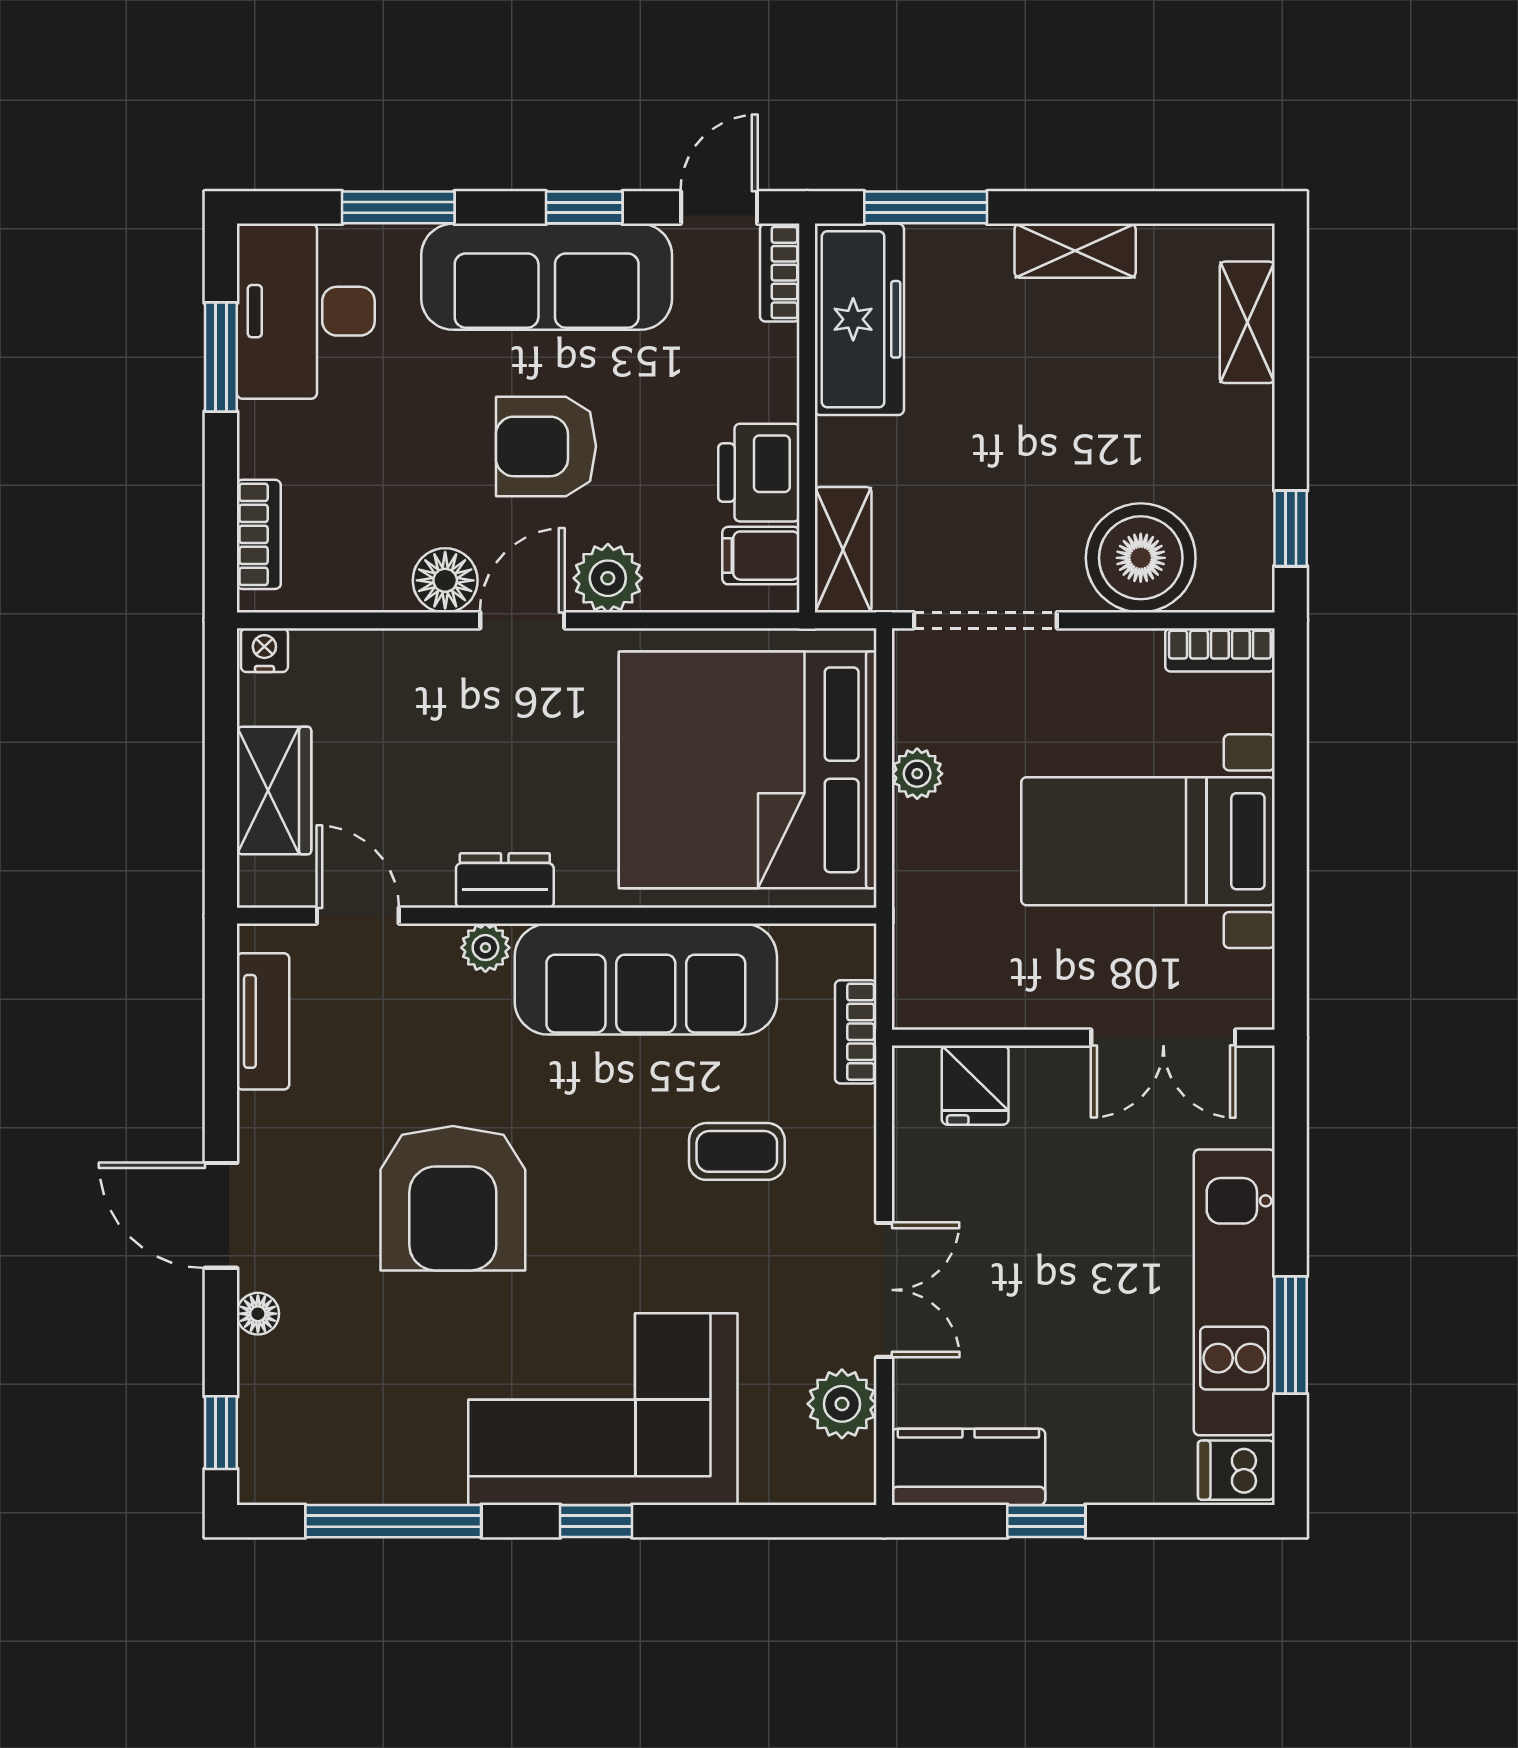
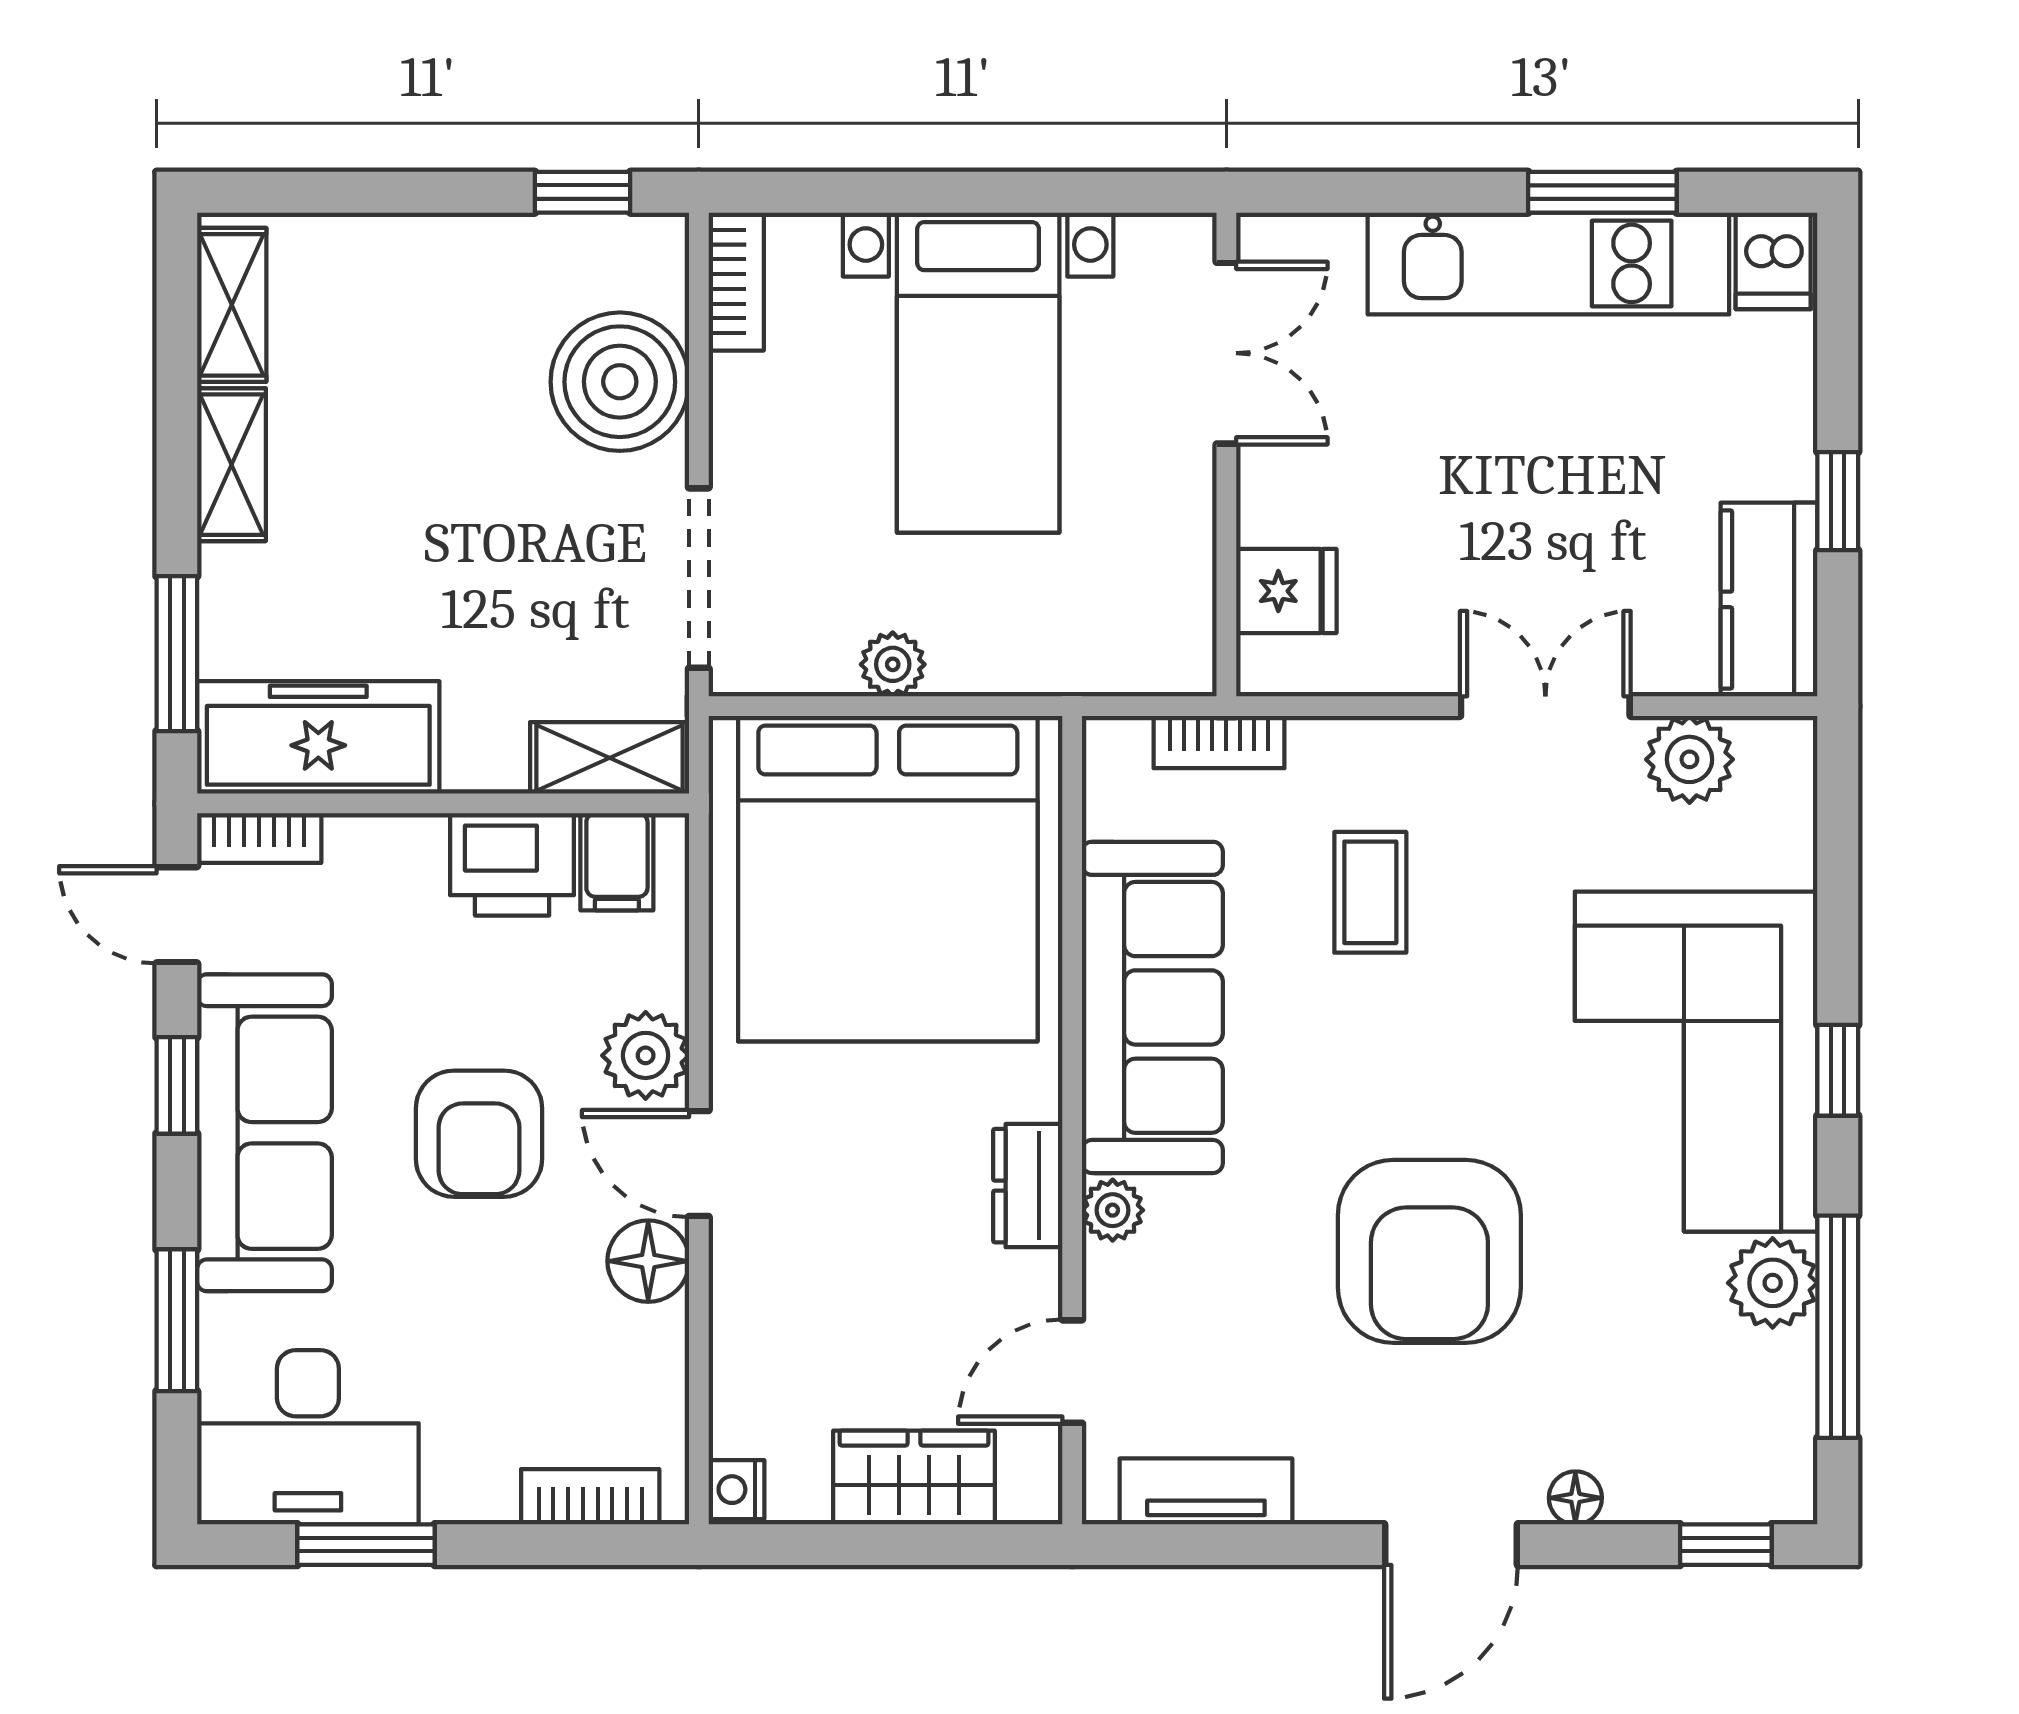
shelving: (1247, 322) -> (232, 305), moved, turned 90
armchair: (453, 1198) -> (1429, 1251), turned 90
plant: (428, 1470) -> (1773, 1283), added

